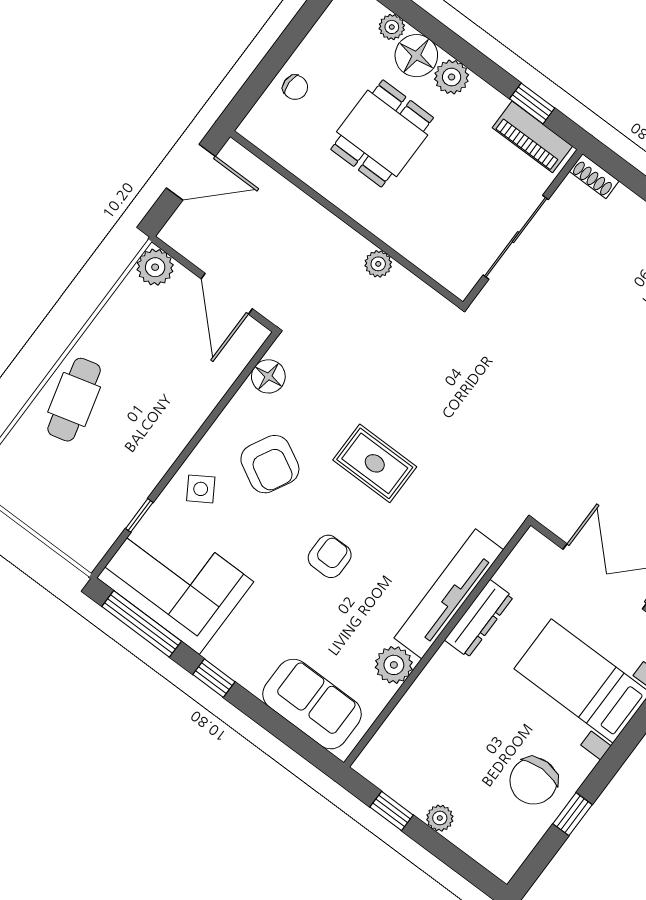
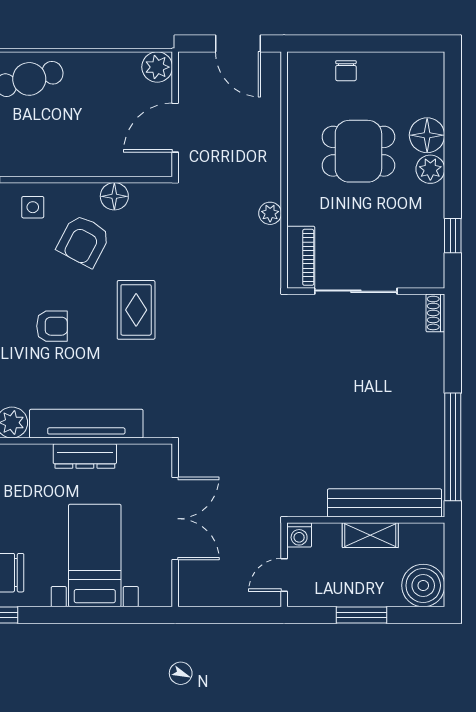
plant: (392, 27) -> (434, 105), removed
piano: (532, 137) -> (301, 257), moved, turned 180
floor lamp: (268, 376) -> (114, 196), moved
side table: (201, 489) -> (33, 207), turned 32

